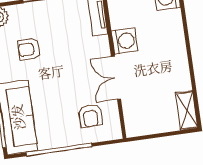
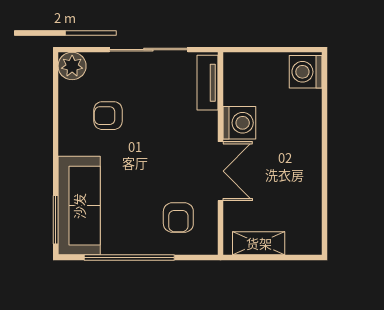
double door: (116, 78) -> (220, 171), swing flipped
shelving: (187, 110) -> (259, 243), moved, turned 90

